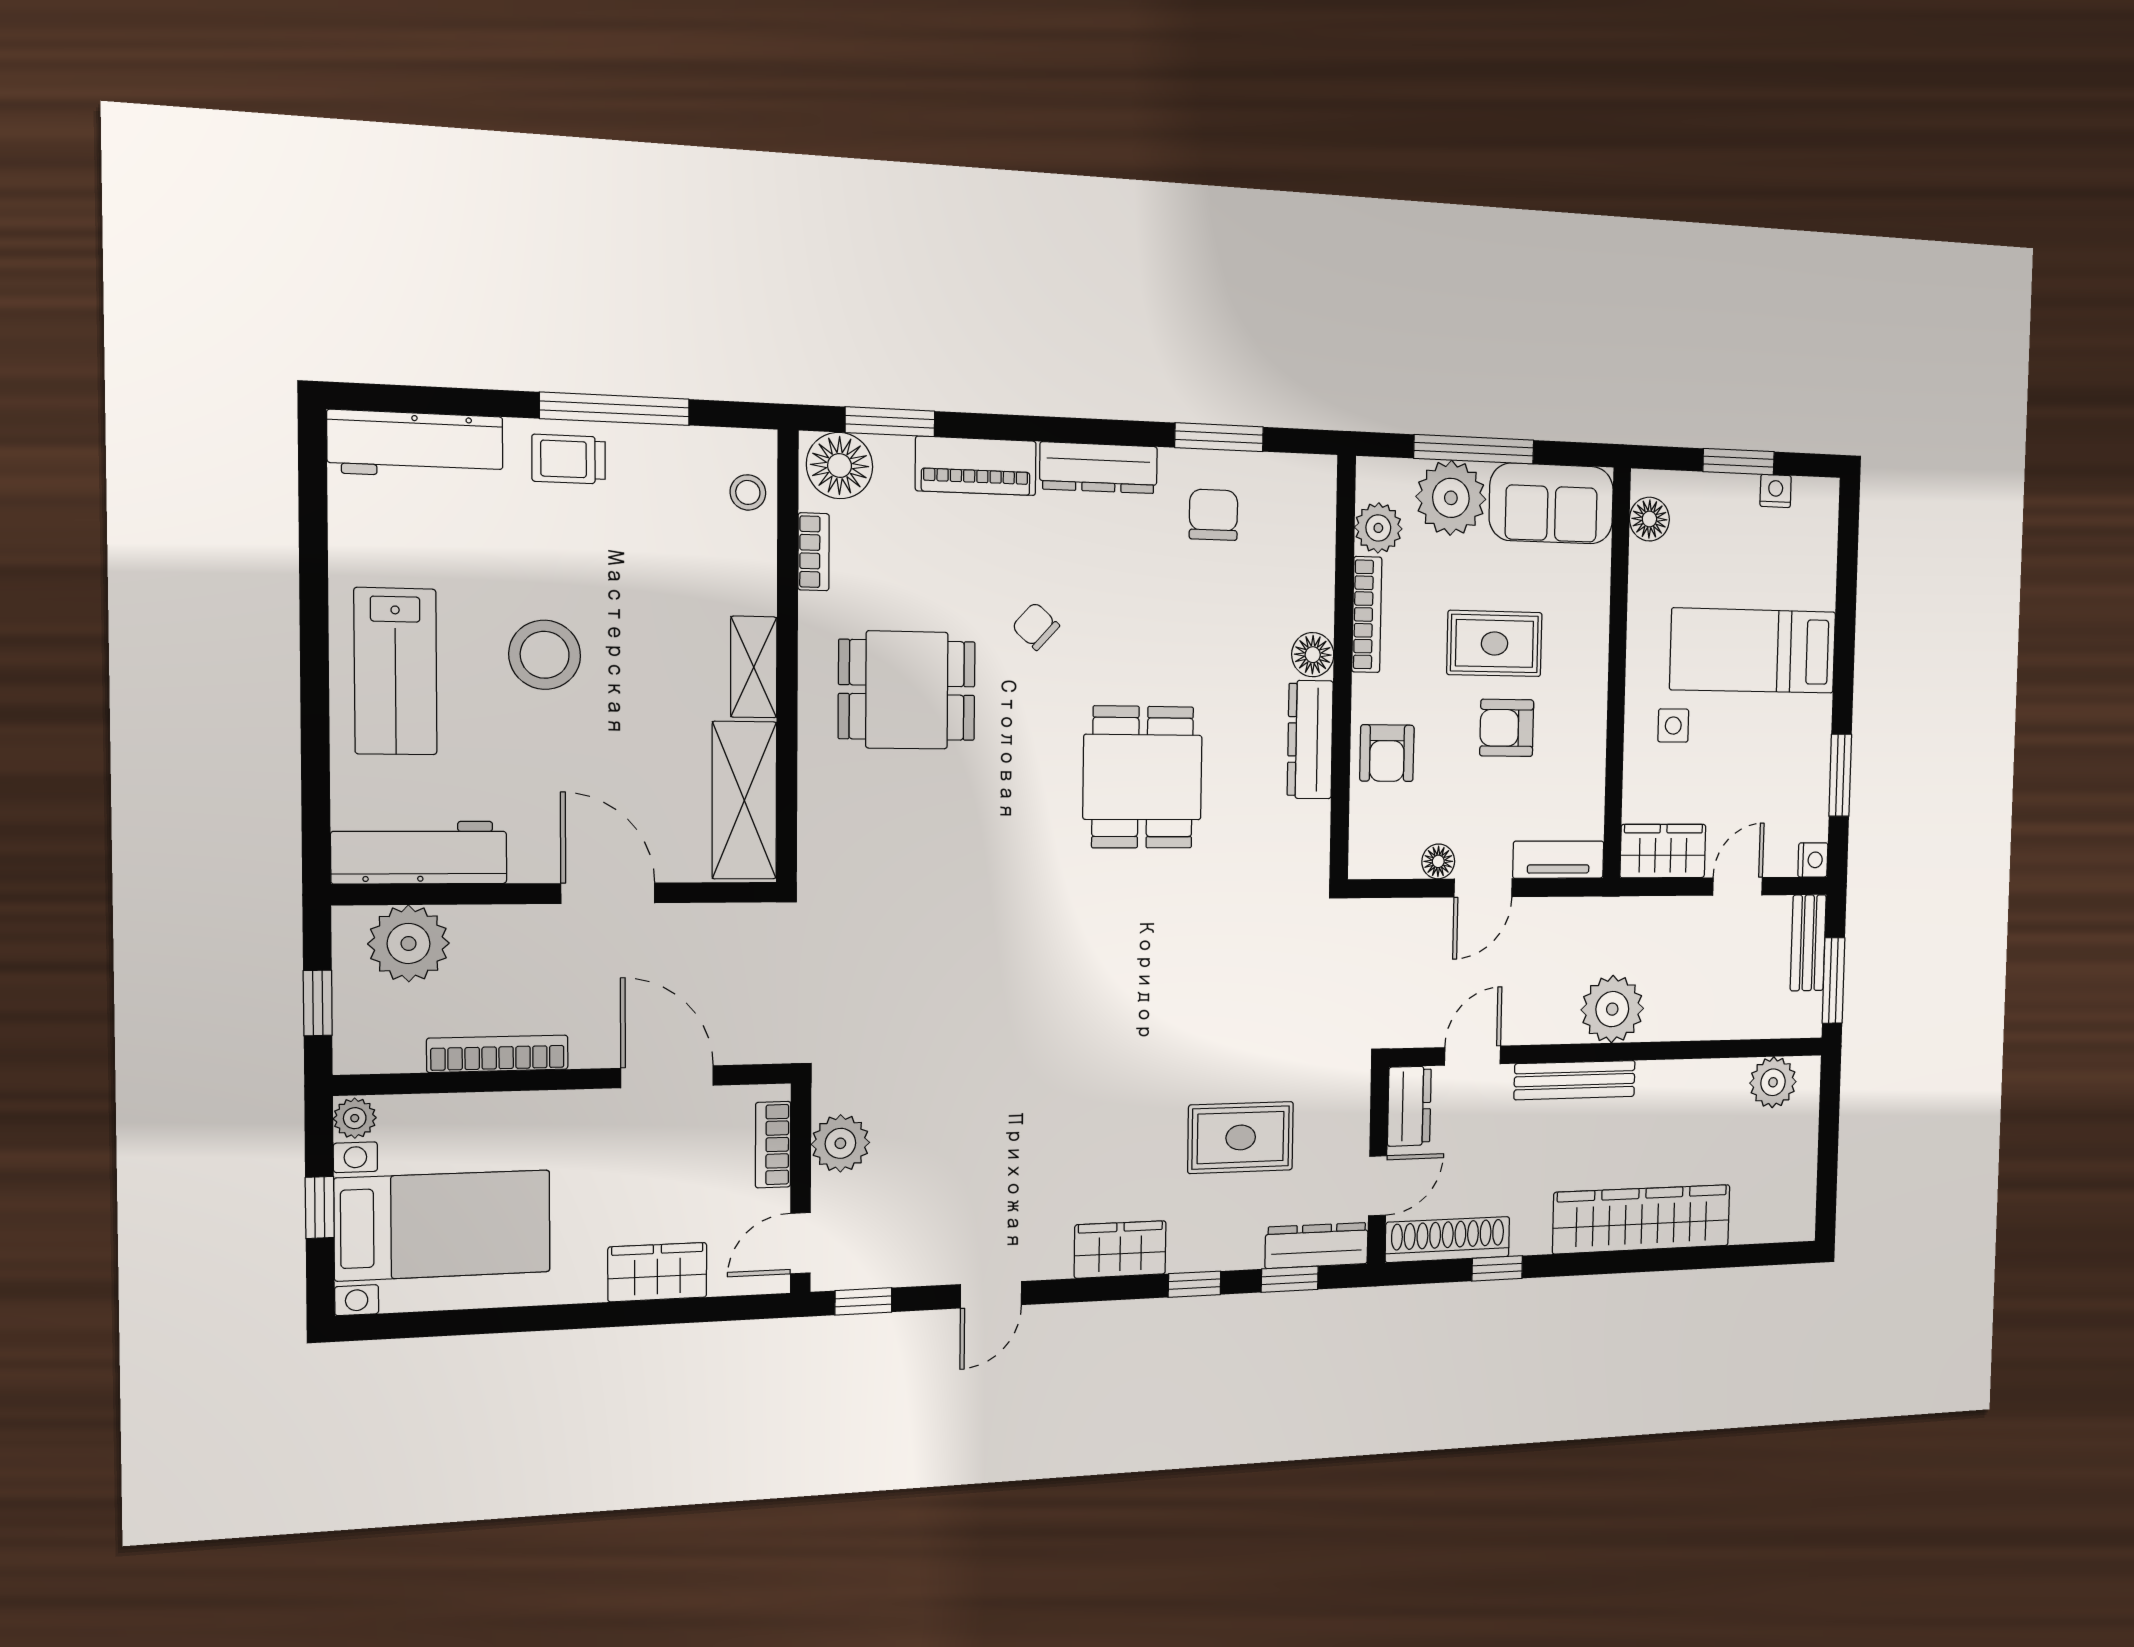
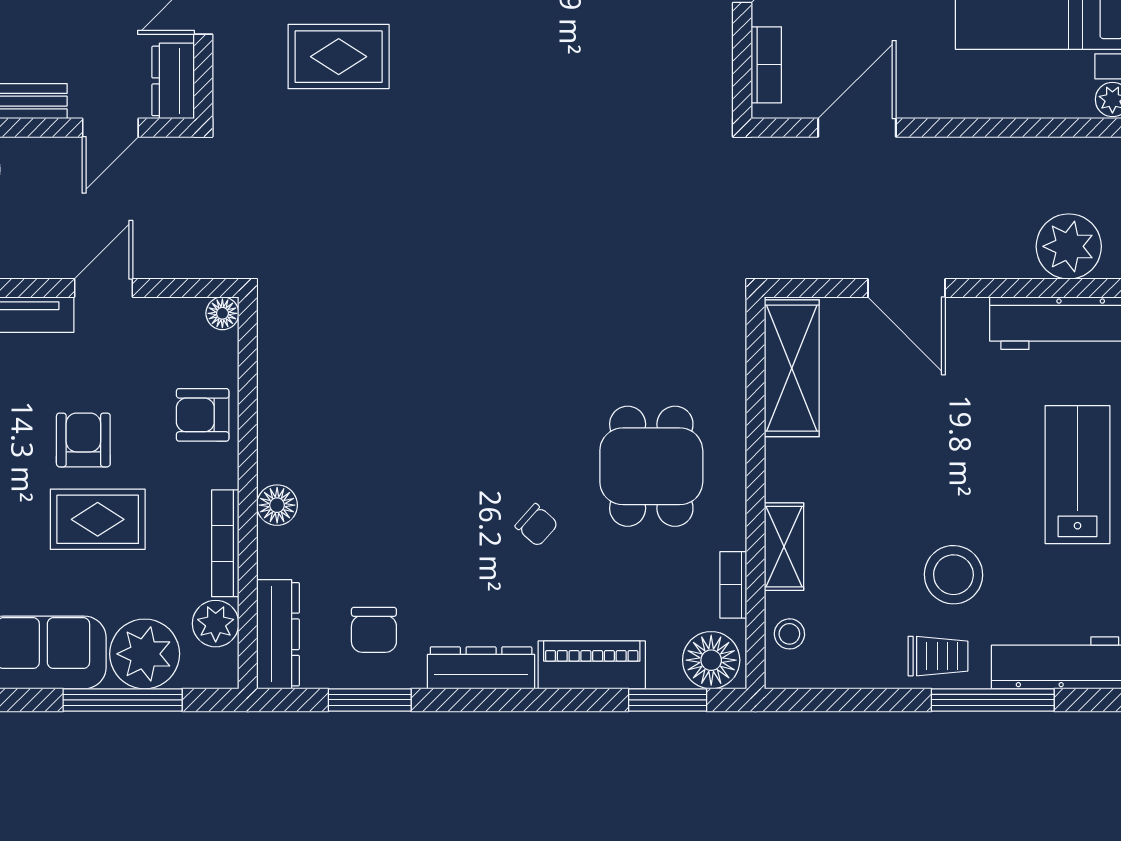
window: (615, 409) -> (993, 700), moved
stool: (545, 655) -> (953, 575), moved
shelving: (754, 667) -> (784, 547), moved
dining table: (907, 690) -> (651, 466), turned 90
armchair: (1507, 728) -> (83, 440), turned -90
dresser: (1310, 740) -> (278, 634), moved
armchair: (1387, 753) -> (203, 415), turned -90
dining table: (1143, 777) -> (437, 391), removed
floor lamp: (1438, 861) -> (222, 313), moved
bookcase: (498, 1054) -> (998, 151), removed
door: (667, 1077) -> (857, 128), swing flipped
plant: (840, 1143) -> (707, 64), removed

